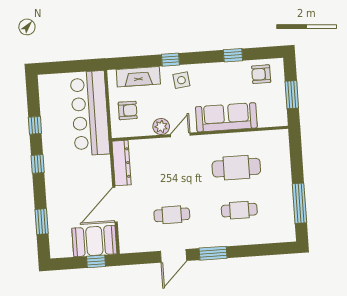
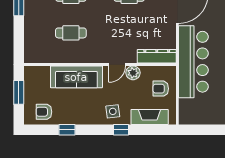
armchair: (261, 74) -> (44, 112), turned 180
bar counter: (90, 113) -> (193, 62), moved
dresser: (122, 163) -> (157, 56), moved, turned 90
cafe table: (236, 168) -> (71, 33), width x0.73, depth x0.74

